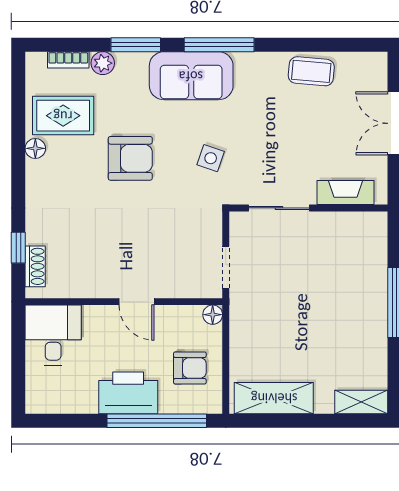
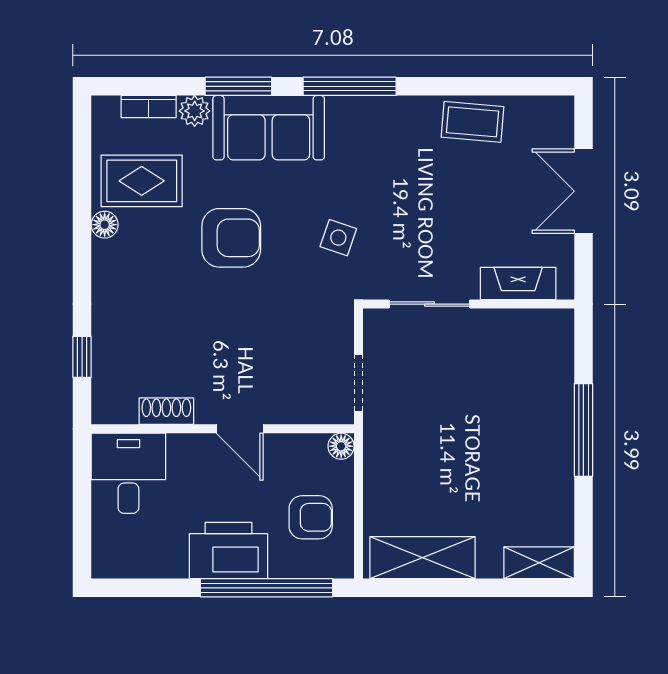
sofa: (191, 76) -> (269, 128), moved
shoe rack: (35, 266) -> (166, 411), moved, turned -90

